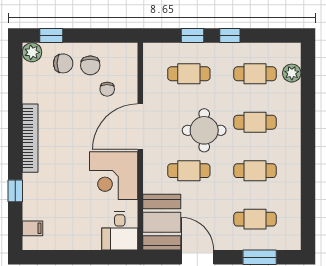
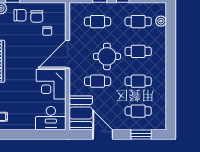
desk: (120, 231) -> (51, 118), width x1.37

